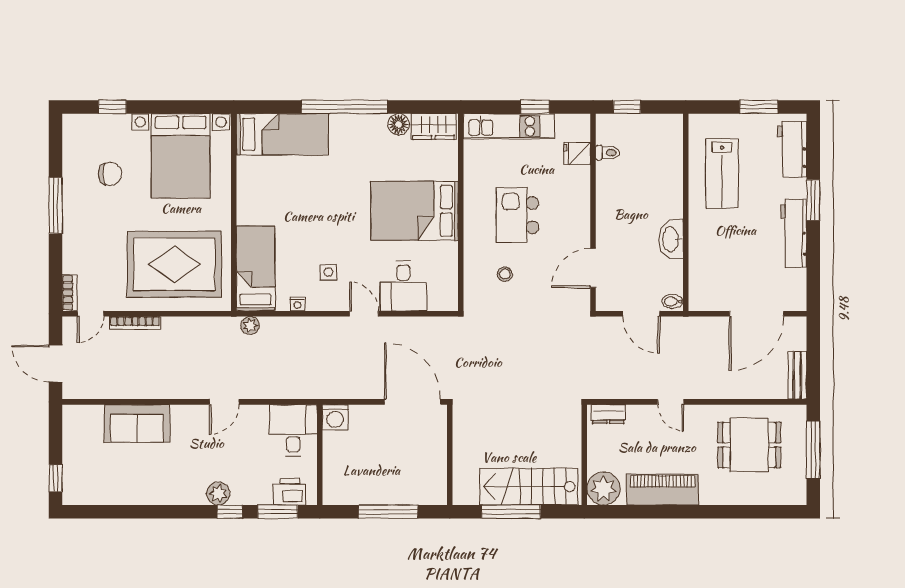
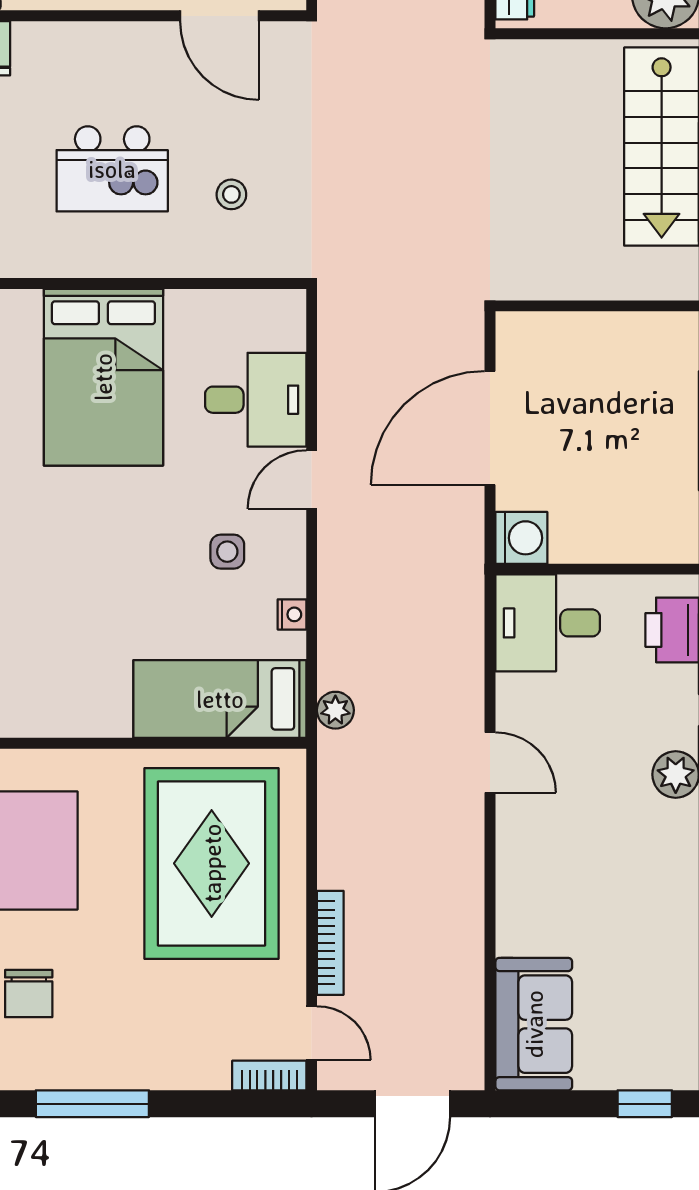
chair: (110, 174) -> (29, 994), turned 180
door: (412, 402) -> (490, 428), moved
sofa: (137, 423) -> (534, 1024), moved

